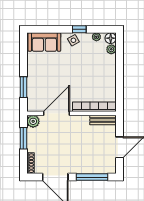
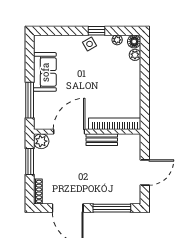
sofa: (44, 42) -> (45, 72), moved, turned -90
window: (23, 87) -> (30, 100), width x1.44
bench: (103, 120) -> (102, 140), moved

